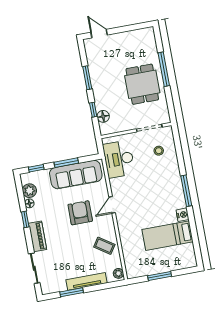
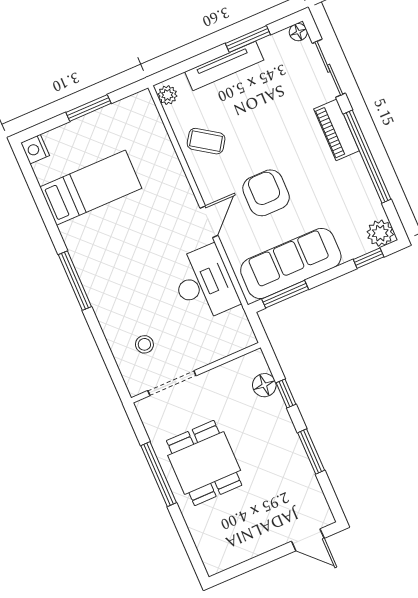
window: (164, 69) -> (159, 474), moved
desk: (119, 159) -> (204, 283), moved
window: (66, 163) -> (285, 294), moved
plant: (29, 191) -> (380, 233), moved
floor lamp: (29, 203) -> (298, 32), moved
armchair: (80, 213) -> (266, 193), turned 180
nightstand: (183, 215) -> (35, 149), moved
window: (25, 219) -> (367, 157), width x3.17

